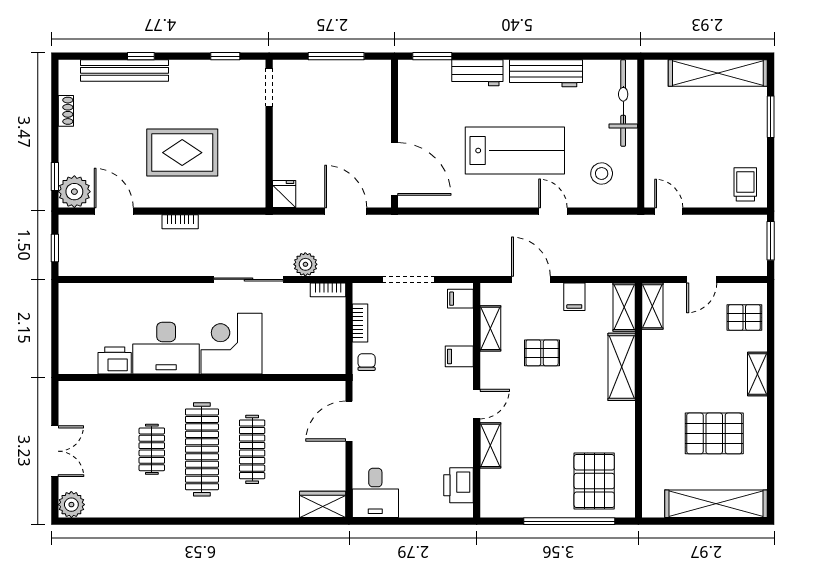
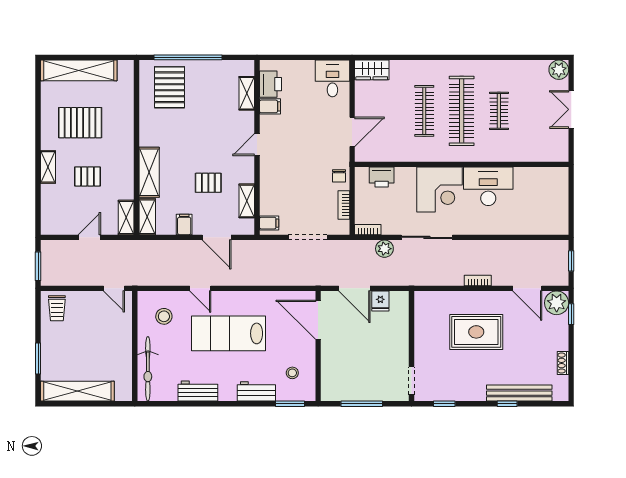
workbench: (546, 73) -> (198, 391), width x0.73
stool: (429, 98) -> (292, 373), added
fridge: (284, 194) -> (380, 301), moved
pallet: (744, 317) -> (87, 176), moved
filing cabinet: (459, 356) -> (270, 106), moved
printer: (115, 360) -> (382, 177), moved
shelving: (490, 445) -> (247, 93), moved

